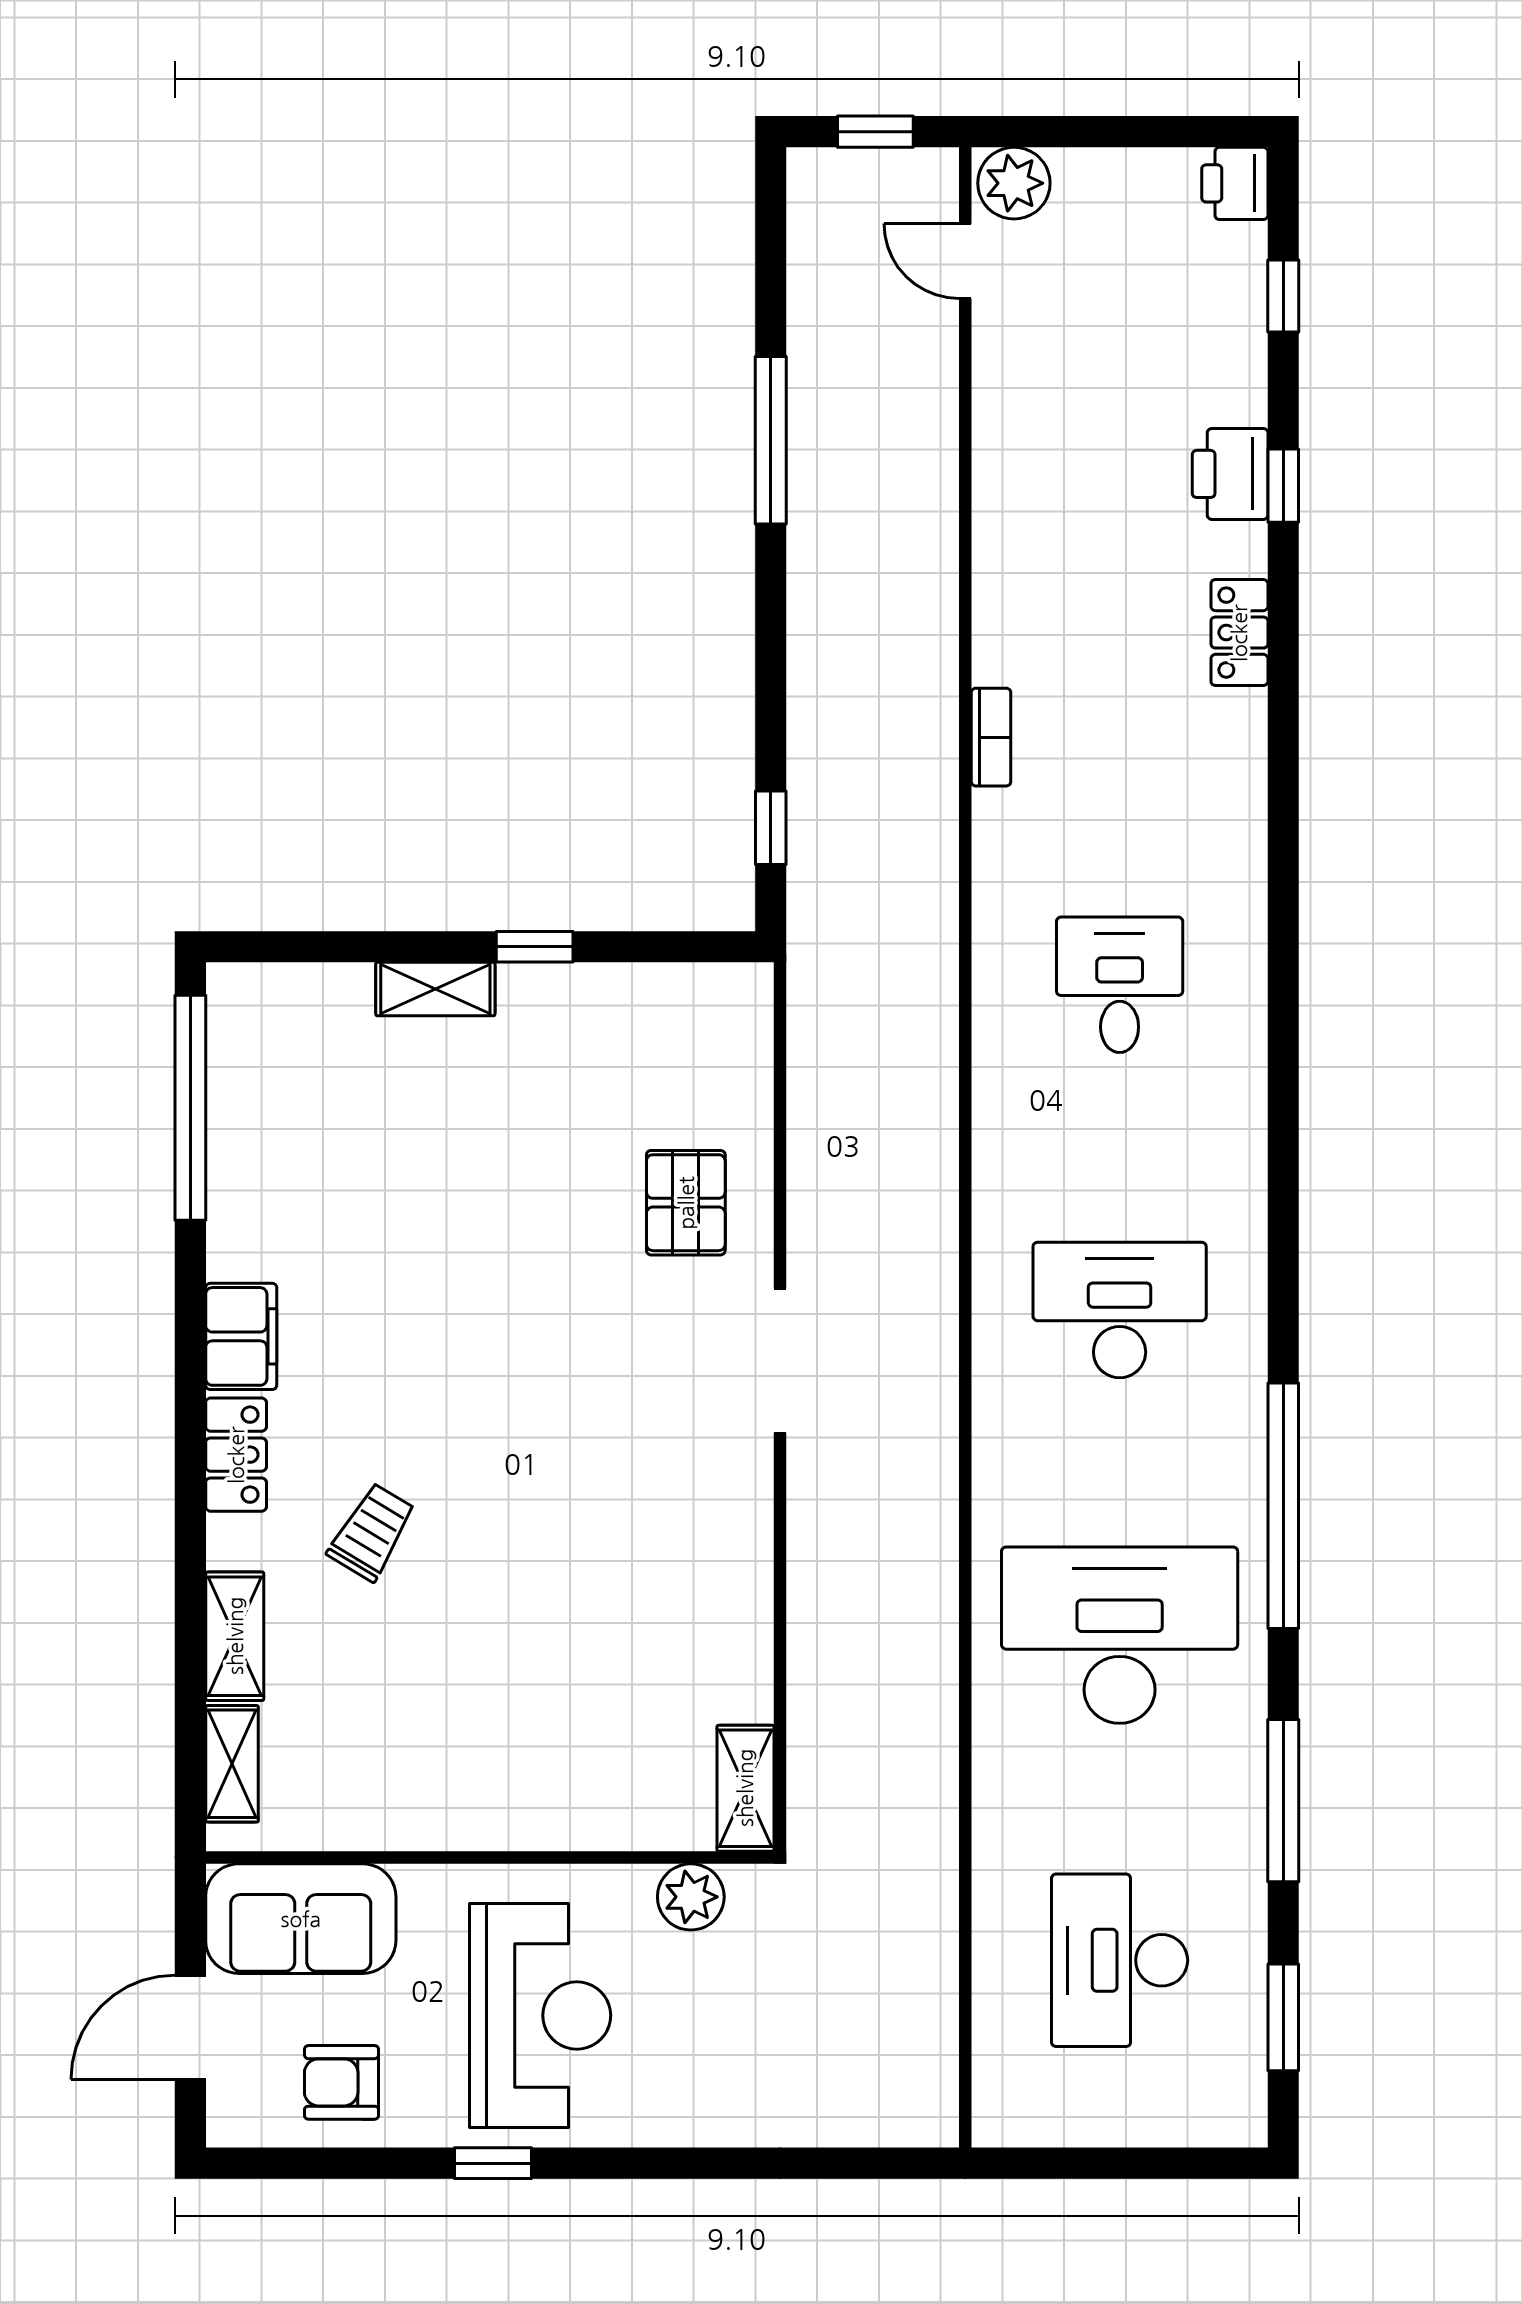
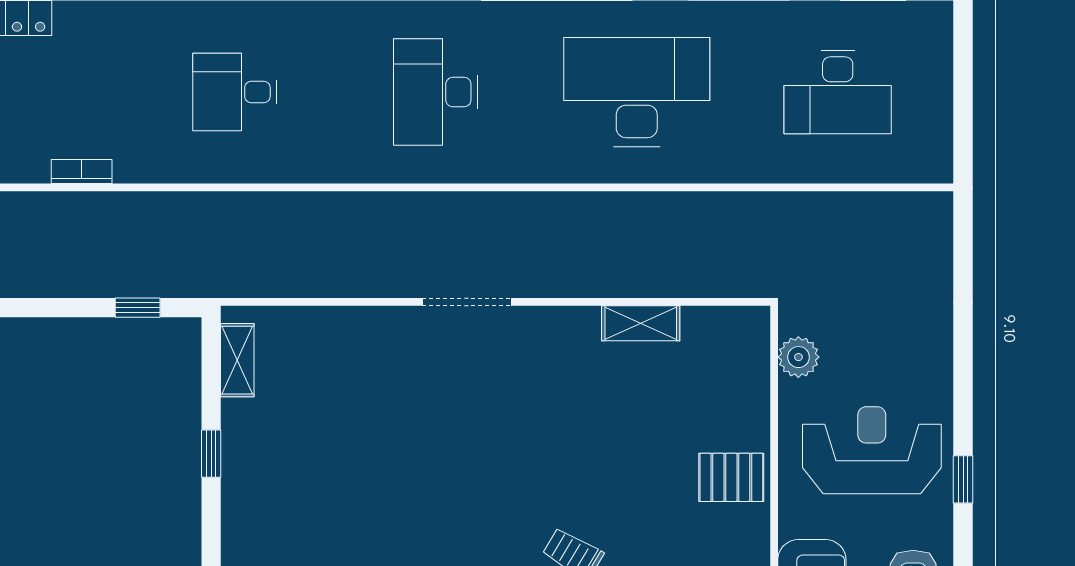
shelving: (435, 989) -> (237, 360), moved
pallet: (686, 1203) -> (731, 477), moved
desk: (1120, 1635) -> (637, 92), turned 90
shelving: (745, 1788) -> (641, 323), moved

